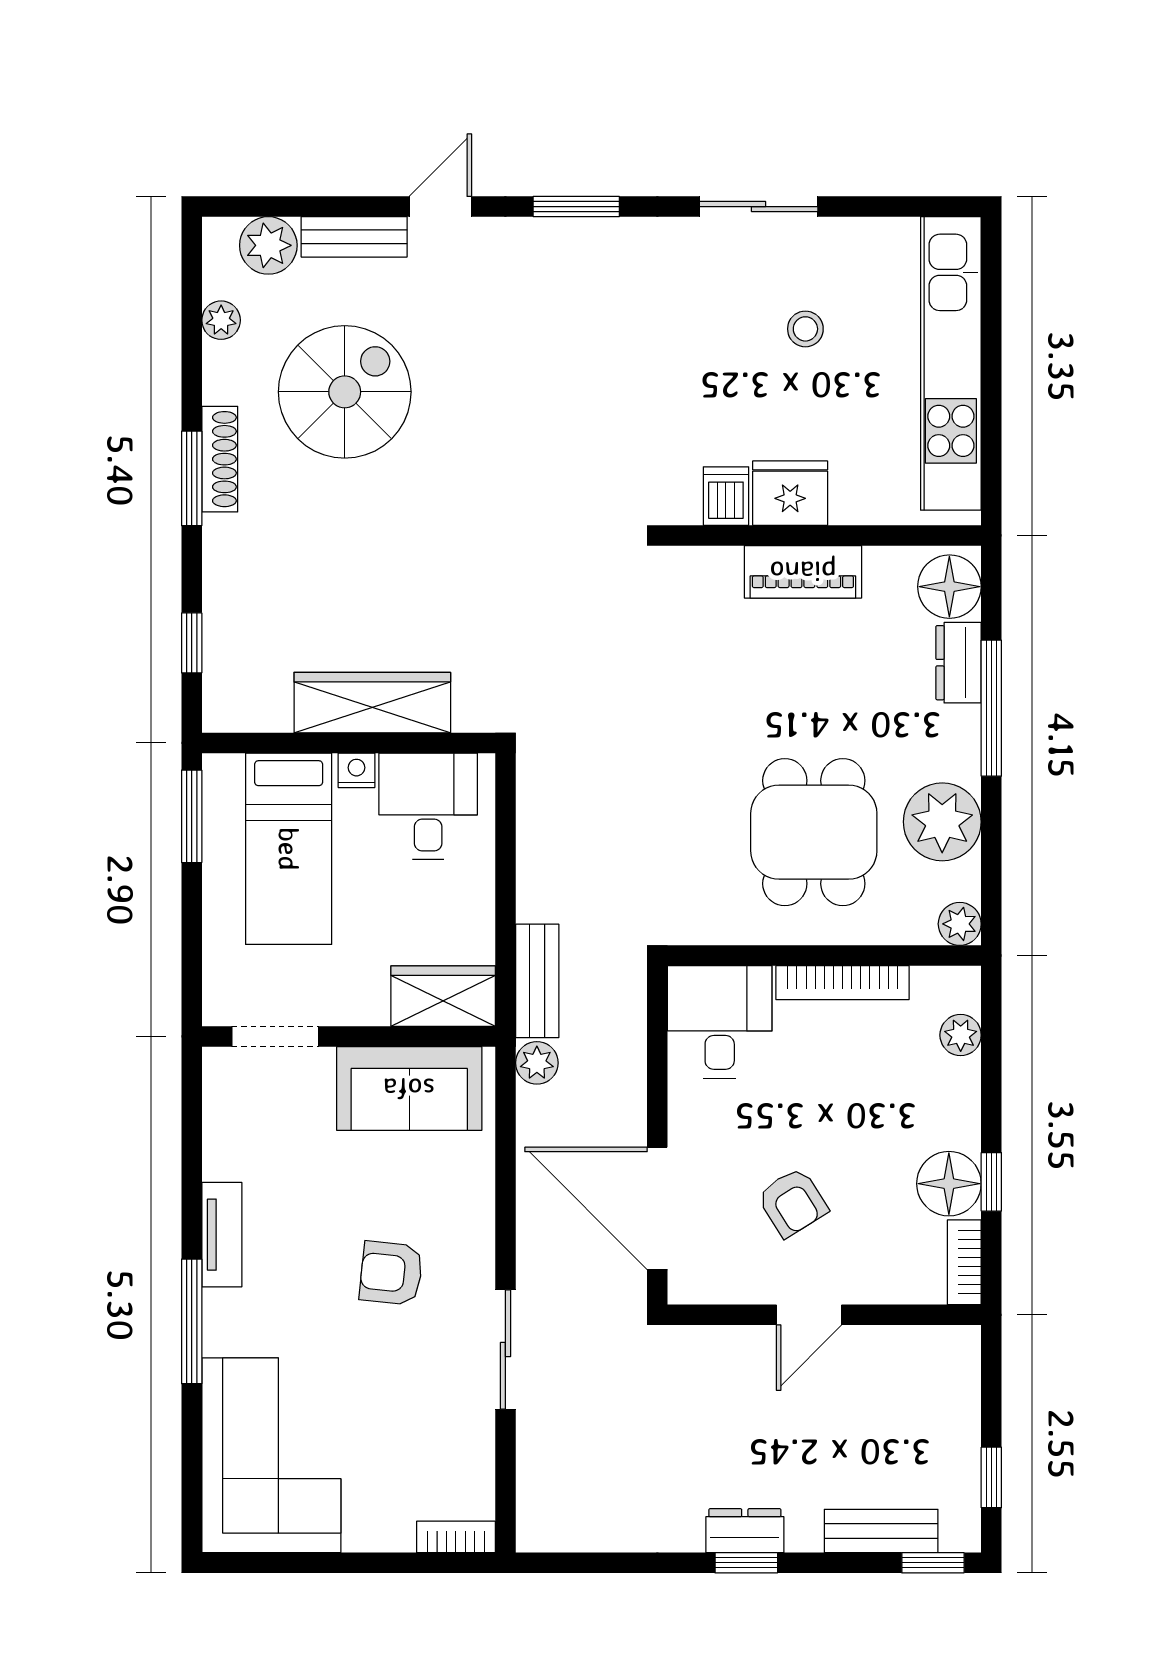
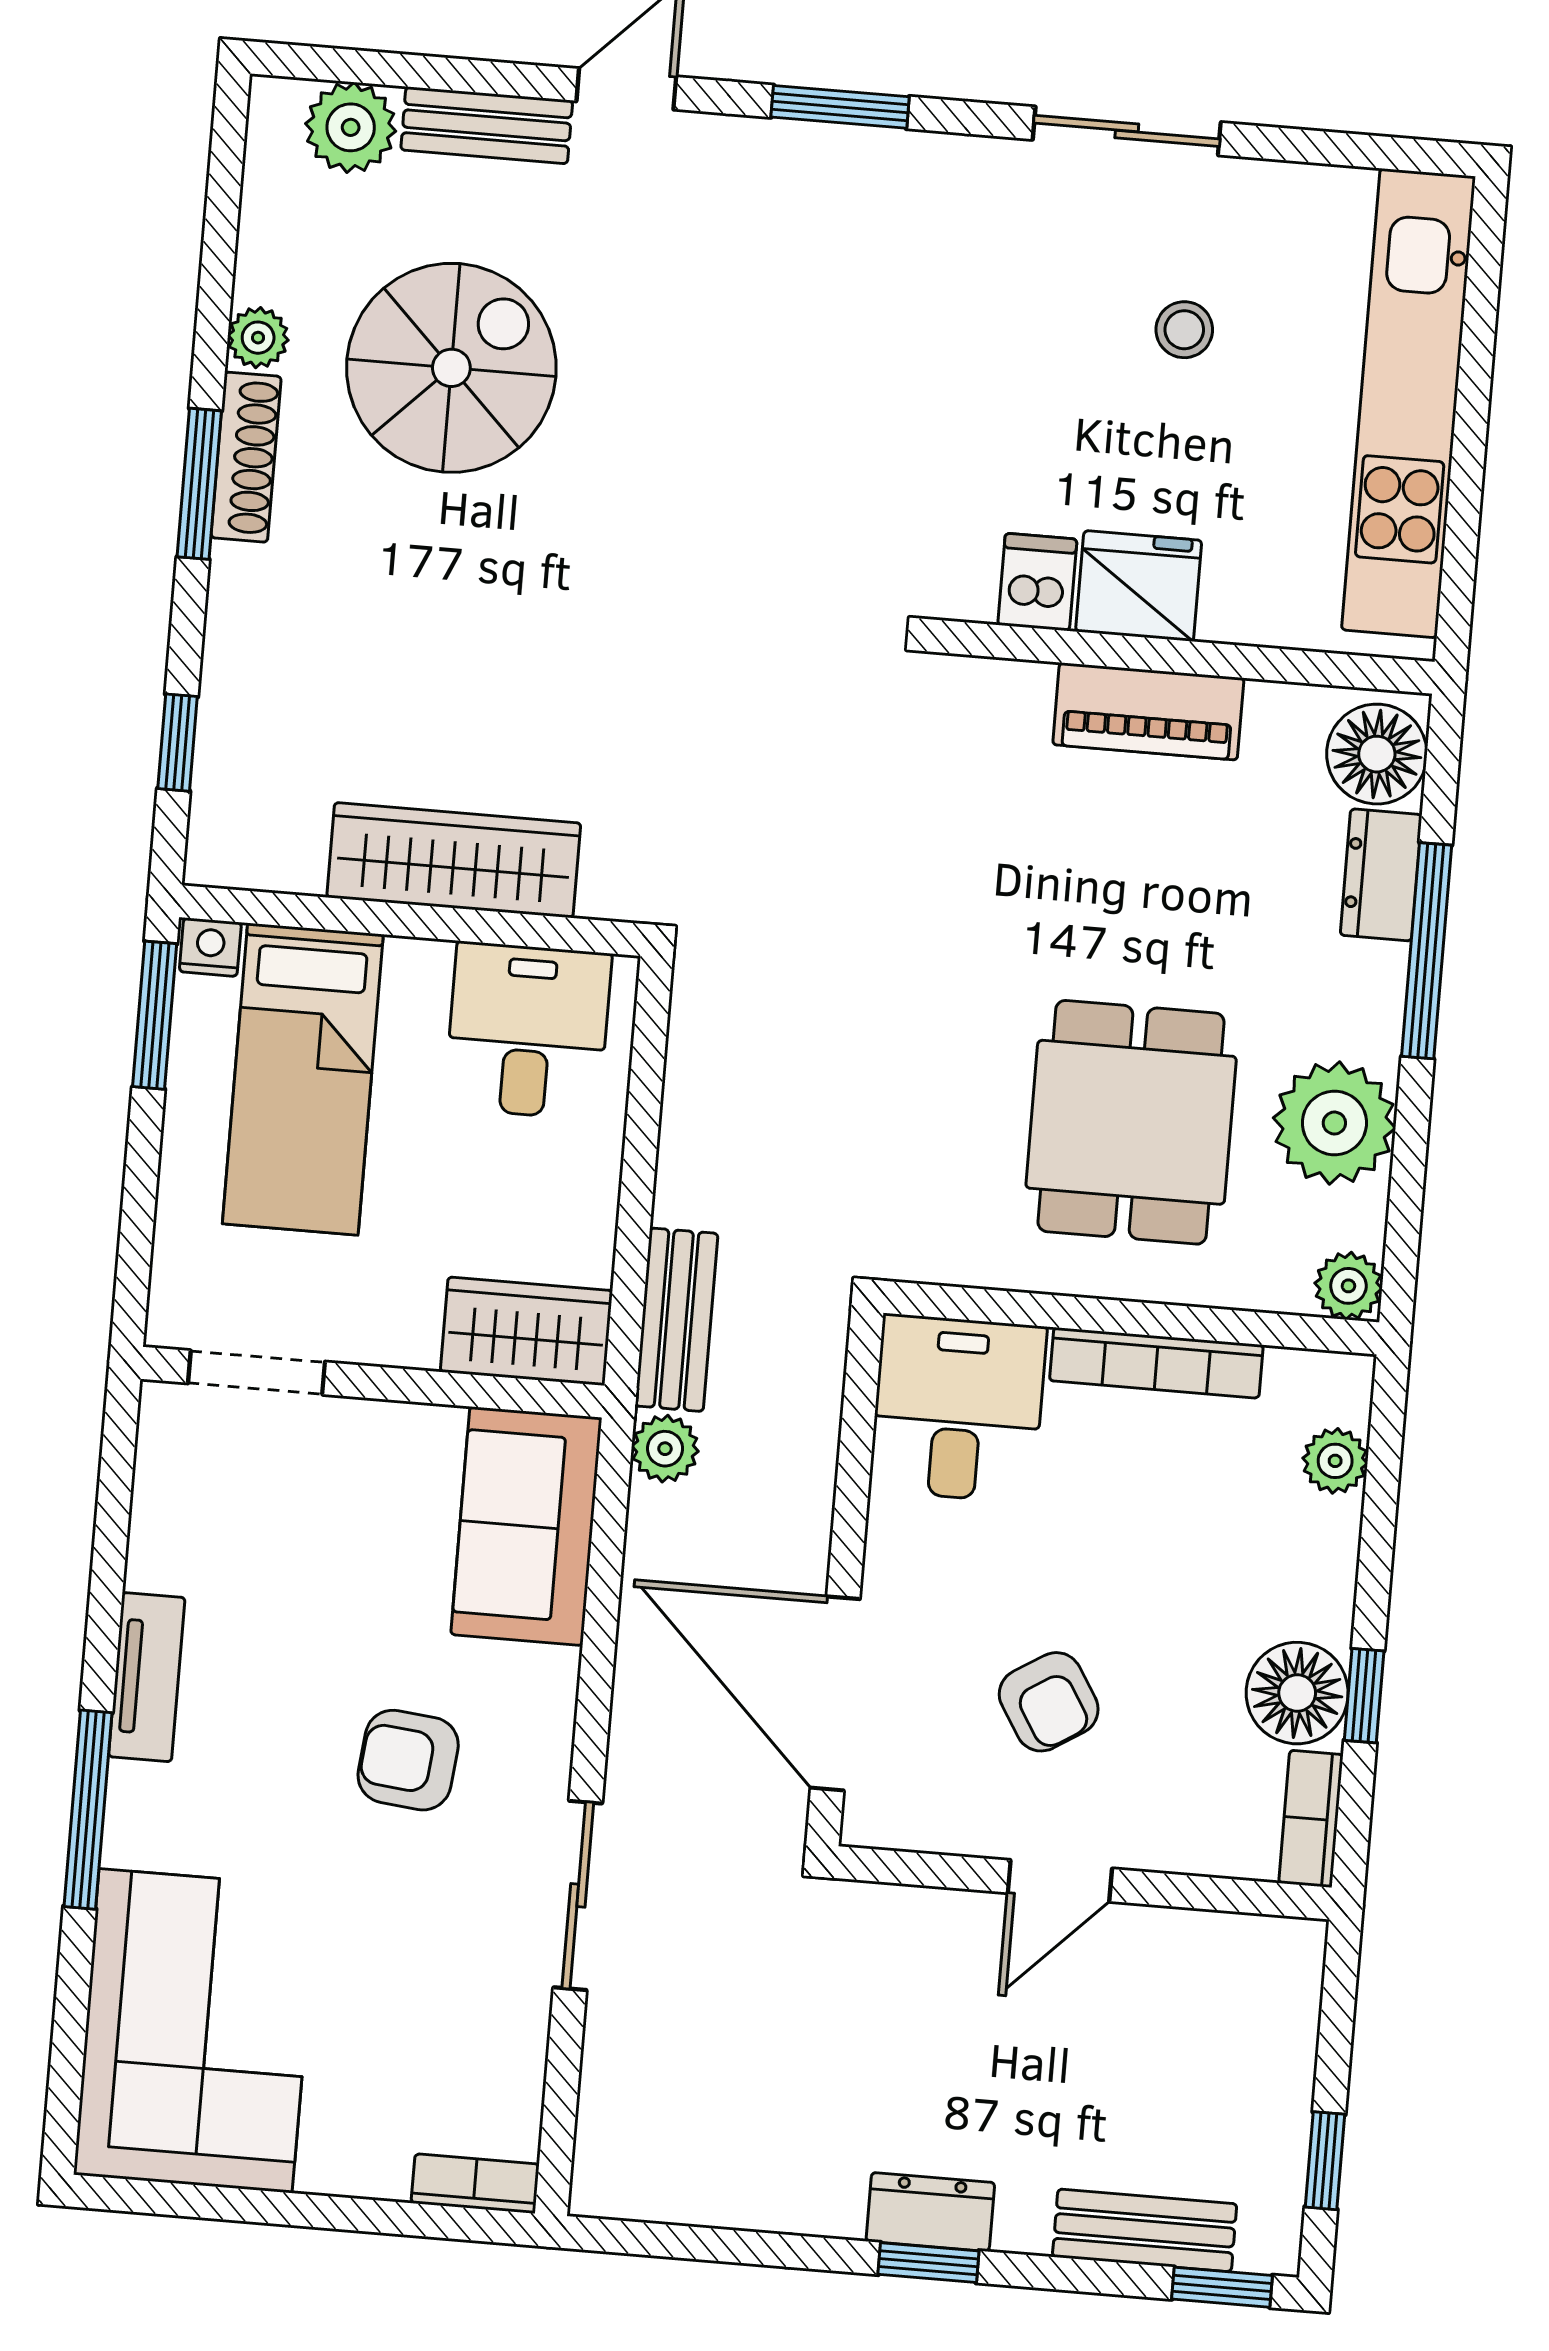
plant: (221, 320) -> (258, 338), moved
nightstand: (356, 770) -> (210, 947), moved
sofa: (409, 1089) -> (526, 1526), moved, turned 90

